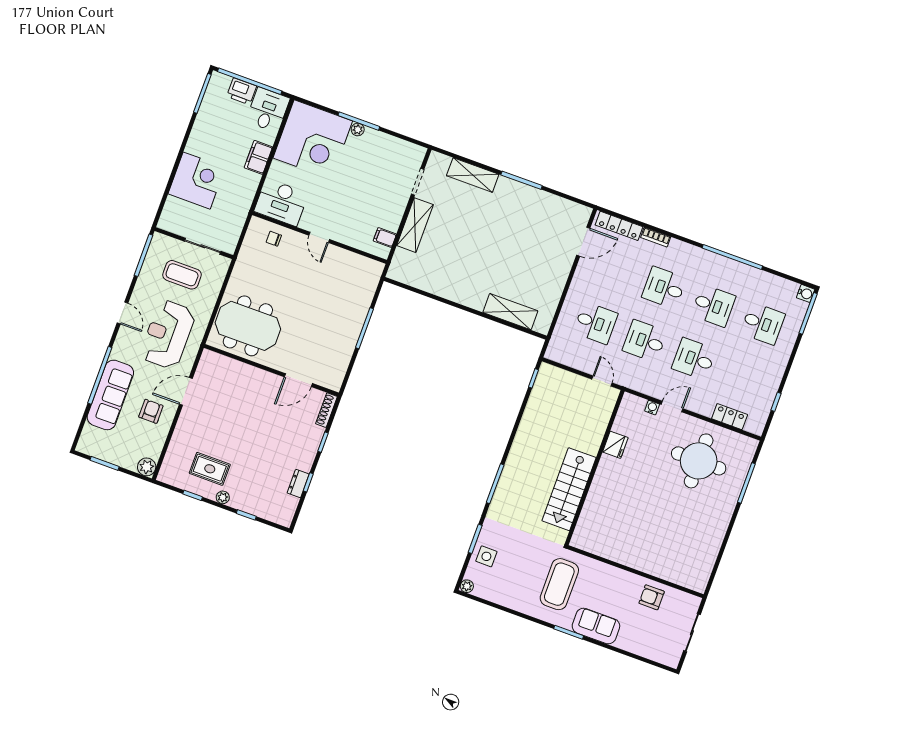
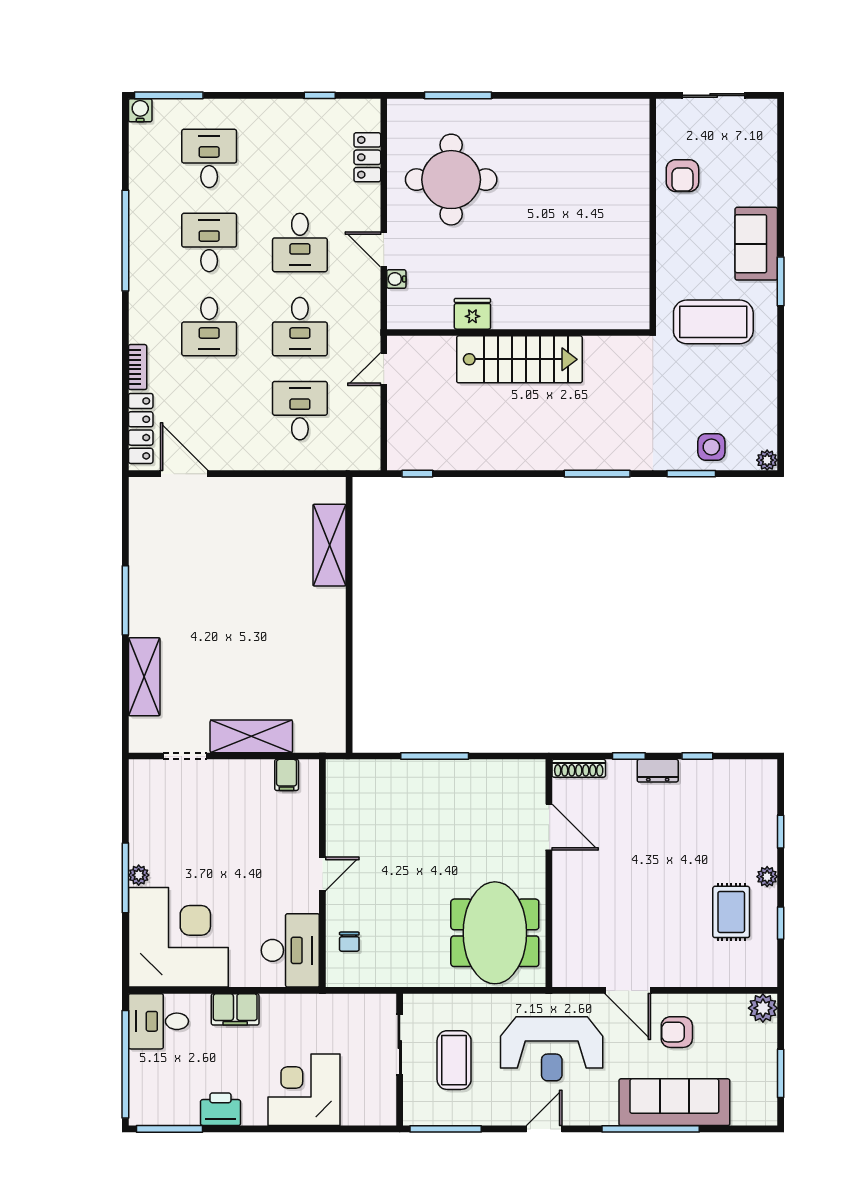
printer: (242, 91) -> (220, 1109), moved, turned -90
dresser: (298, 484) -> (658, 771), moved
stairs: (569, 489) -> (519, 359), moved

